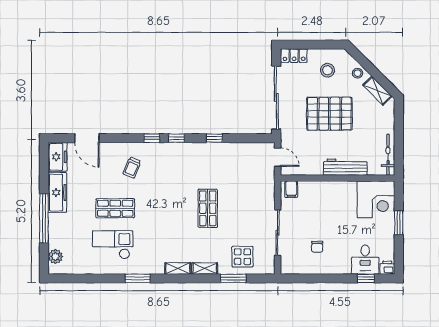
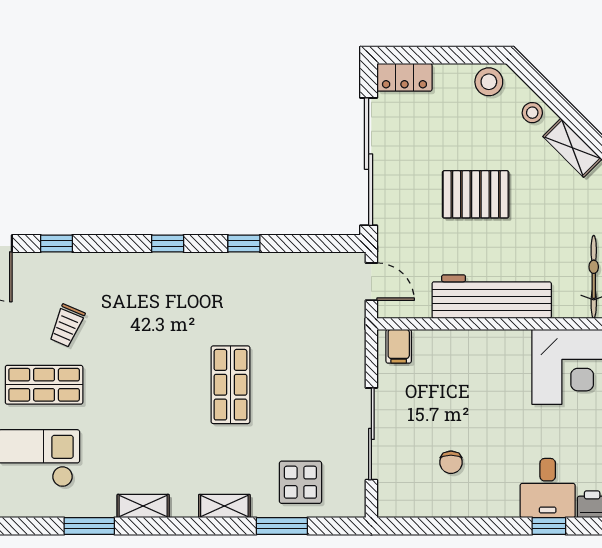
stool: (328, 70) -> (489, 82), moved
pallet: (329, 114) -> (476, 194), width x0.73, depth x0.71
window: (152, 138) -> (56, 243), moved
trolley: (132, 167) -> (67, 326), moved
workbench: (345, 167) -> (492, 297), width x1.36, depth x1.32
shelving: (178, 268) -> (143, 506), moved

